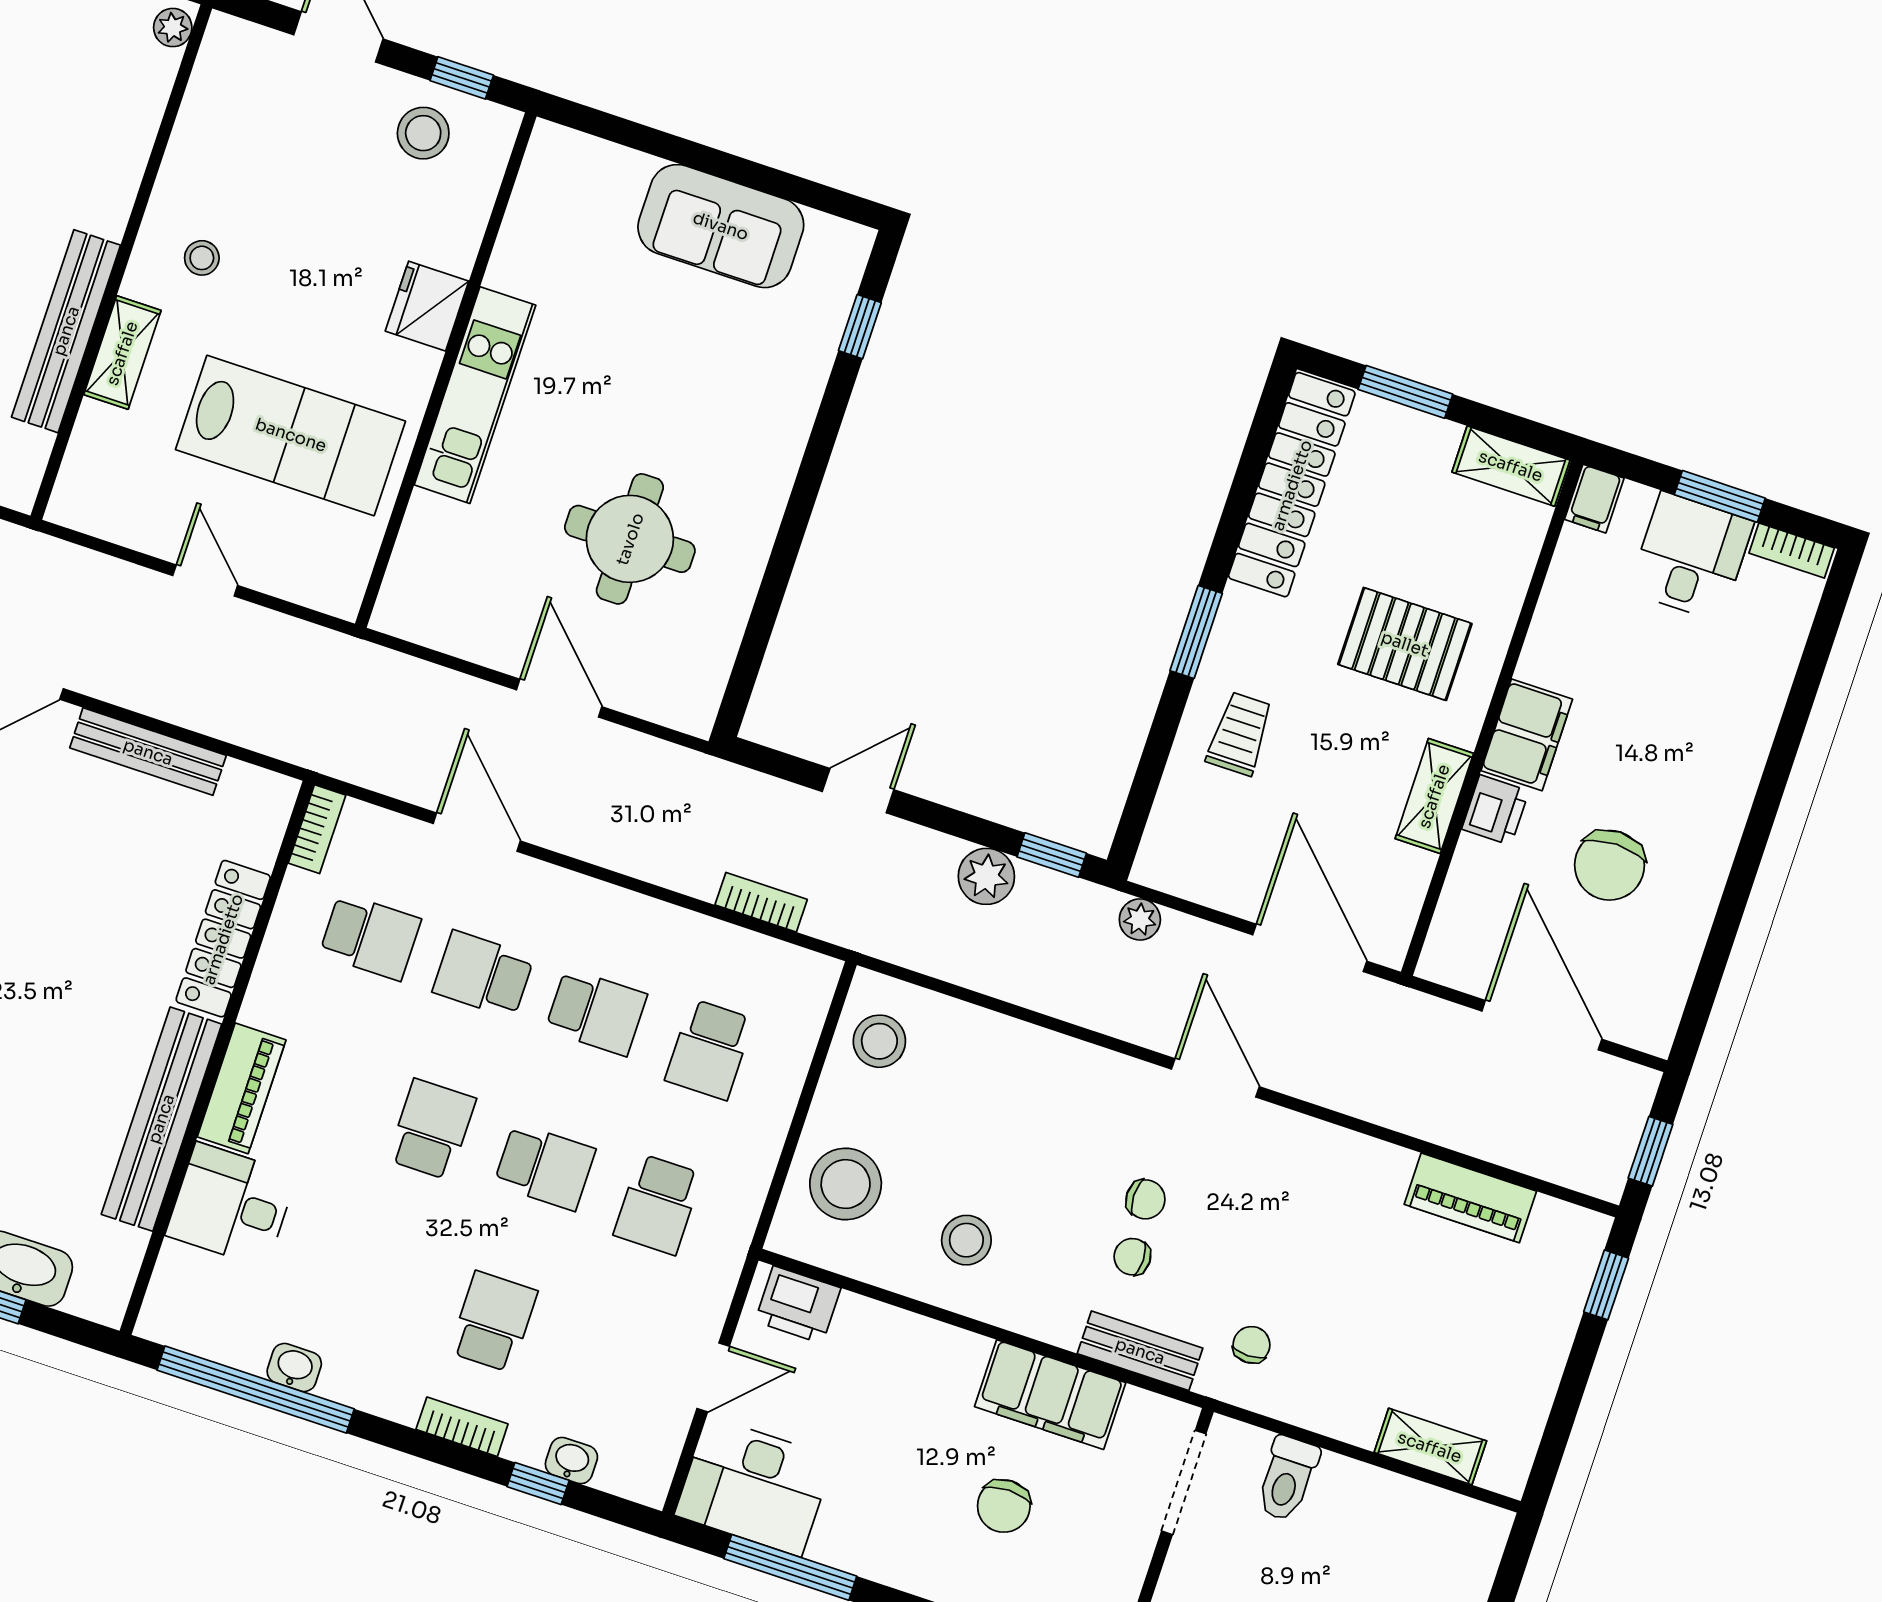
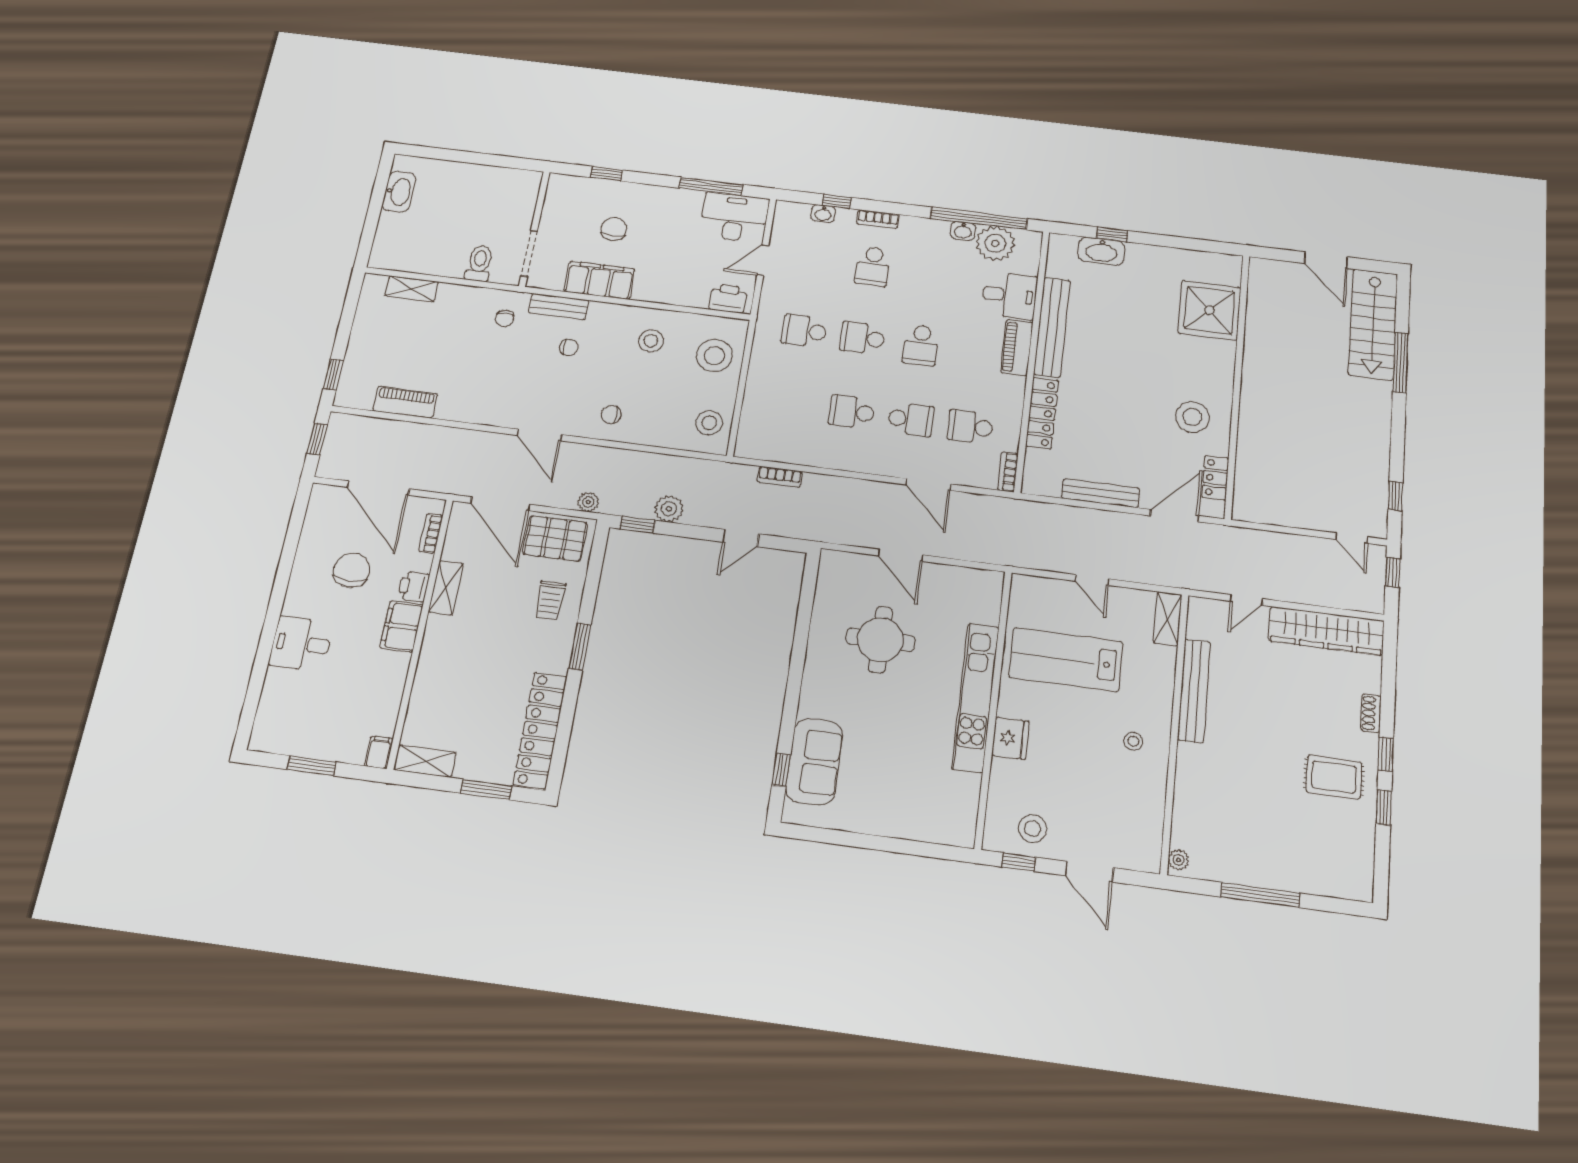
sofa: (721, 226) -> (814, 762), moved, turned 90
shelving: (122, 353) -> (1168, 619), moved
kitchen unit: (475, 395) -> (976, 697), width x1.36
bookcase: (1792, 551) -> (431, 533), moved, turned -90
desk: (1691, 557) -> (301, 644), moved, turned 90
pallet: (1405, 644) -> (555, 538), moved
school desk: (709, 1050) -> (793, 404), removed
chair: (1145, 1199) -> (611, 415), moved
school desk: (658, 1204) -> (804, 331), turned -90
plant: (235, 1327) -> (995, 243), added

